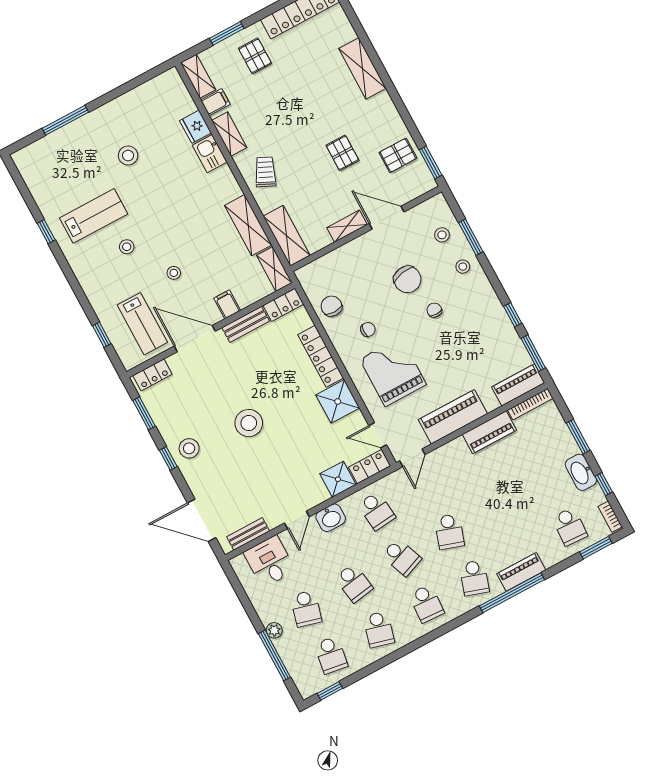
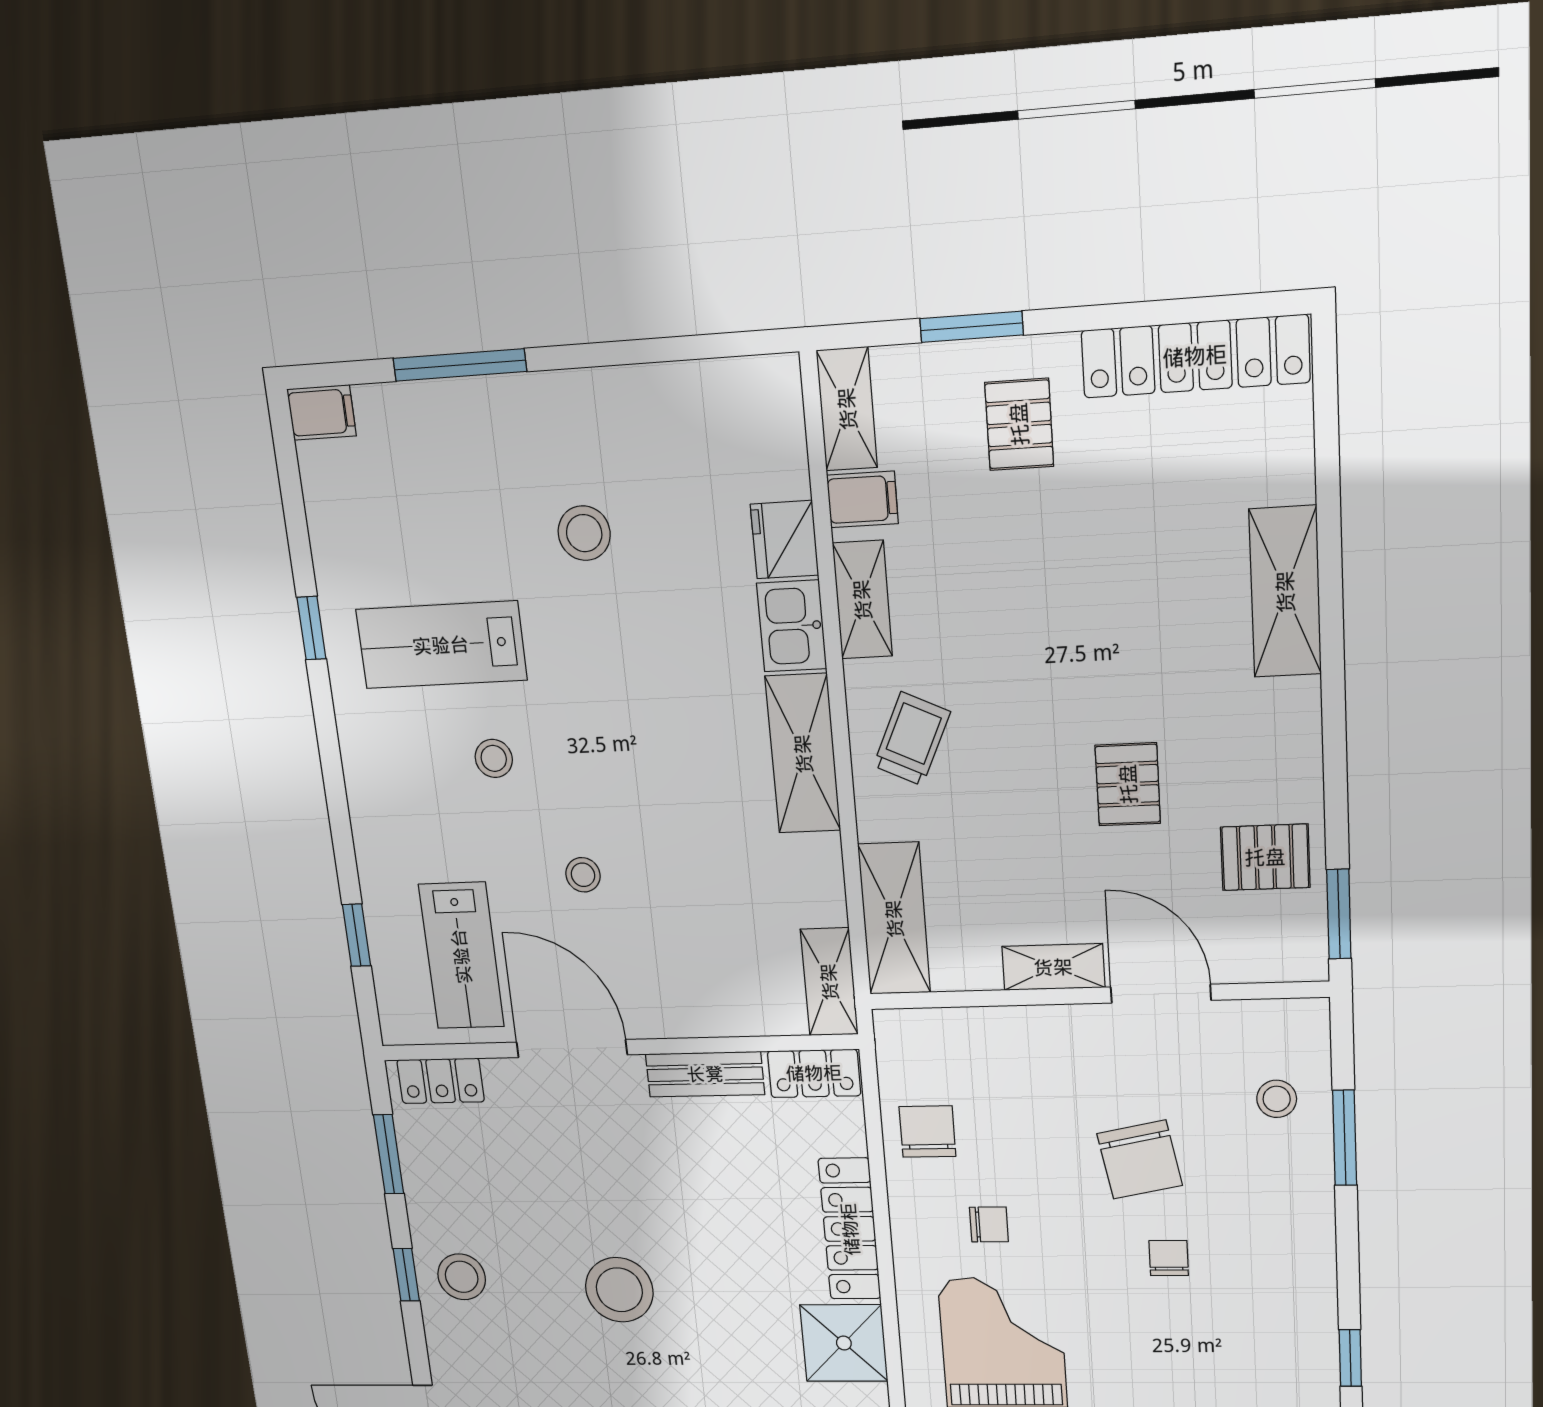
lab bench: (94, 216) -> (441, 645), turned 180
shelving: (248, 225) -> (803, 754), moved
stool: (463, 267) -> (1289, 1195), removed
filing cabinet: (227, 304) -> (322, 413), moved, turned 90

